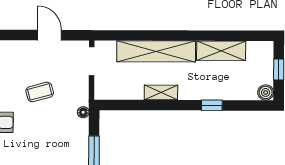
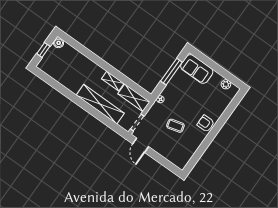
door: (50, 35) -> (141, 145), moved
shelving: (221, 51) -> (134, 98), moved
window: (212, 105) -> (91, 56), removed

